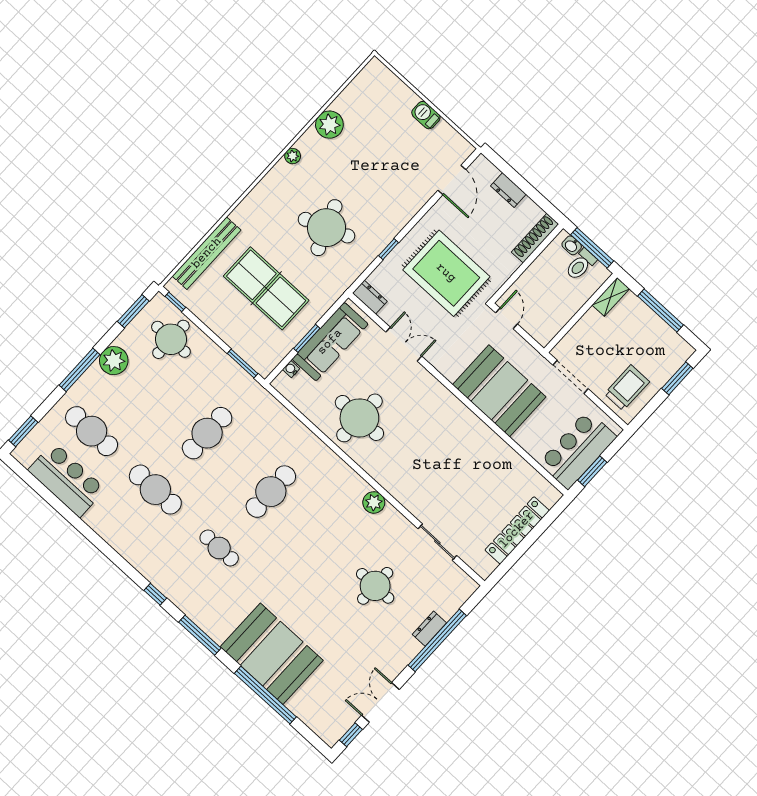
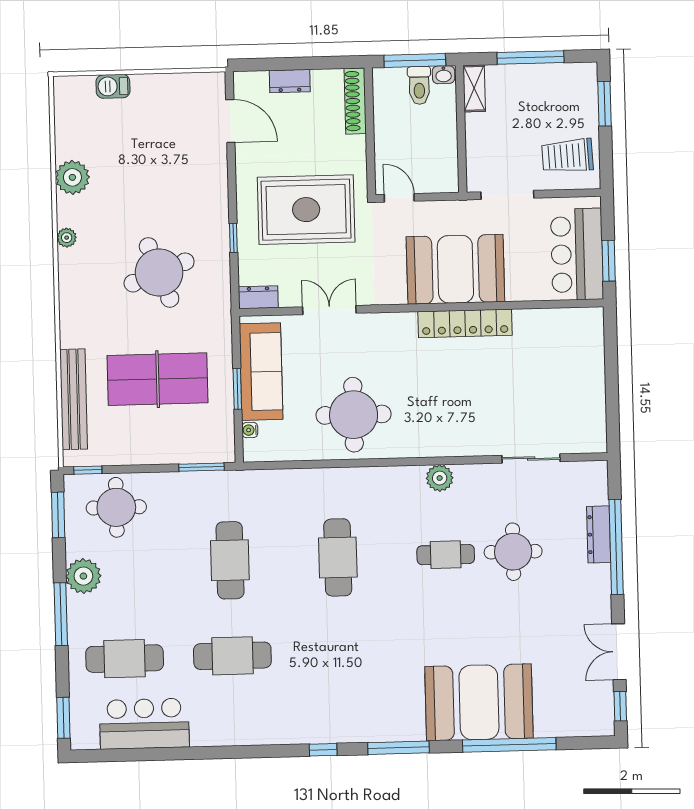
barbecue: (426, 115) -> (113, 86), moved
washbasin: (572, 245) -> (444, 75), moved
trolley: (627, 388) -> (567, 156), turned -93
locker: (517, 530) -> (465, 323), moved, turned -90
cafe table: (219, 548) -> (446, 555), moved
dresser: (429, 629) -> (599, 534), width x1.44

